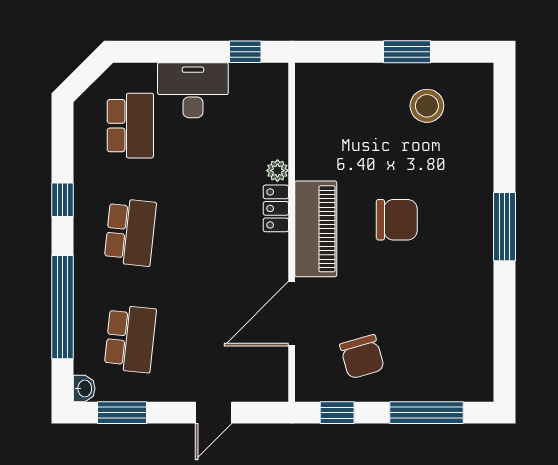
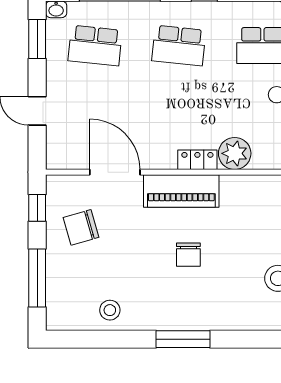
plant: (277, 171) -> (235, 153), width x1.87, depth x1.87
chair: (397, 220) -> (188, 255), width x0.73, depth x0.73
stool: (467, 320) -> (110, 310), added

